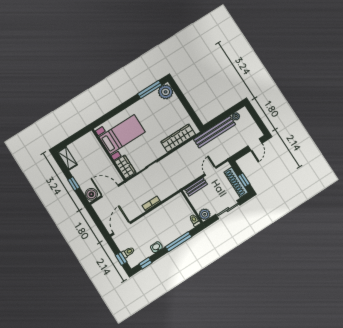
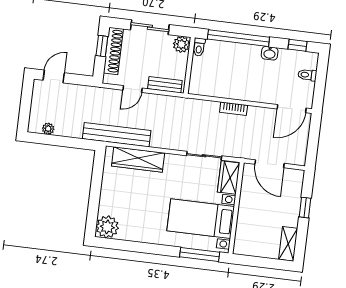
window: (150, 90) -> (200, 255), moved
bench: (215, 132) -> (117, 135), moved
boiler: (91, 194) -> (295, 178), removed
window: (179, 242) -> (238, 38), width x1.46
window: (121, 259) -> (321, 74), removed

